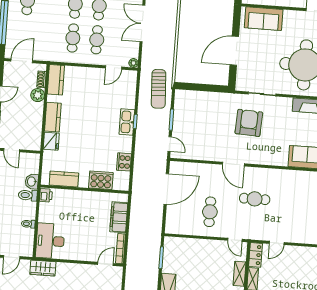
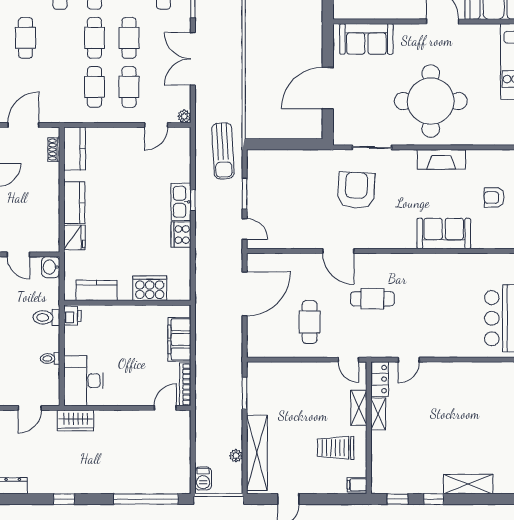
plant: (38, 95) -> (50, 173), removed
cooker: (124, 162) -> (181, 235), moved
washbasin: (32, 182) -> (51, 267), moved

